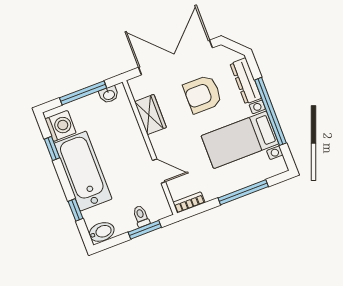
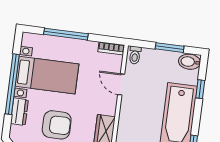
dresser: (246, 81) -> (19, 112), width x0.70
toilet: (141, 216) -> (135, 55), moved
window: (145, 230) -> (170, 48), moved

